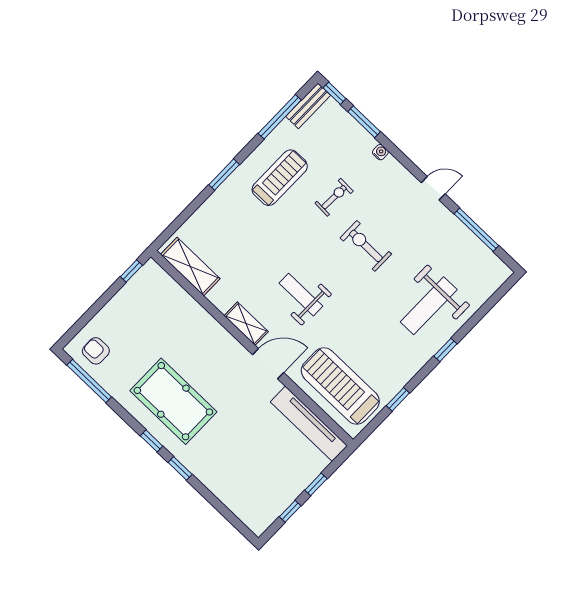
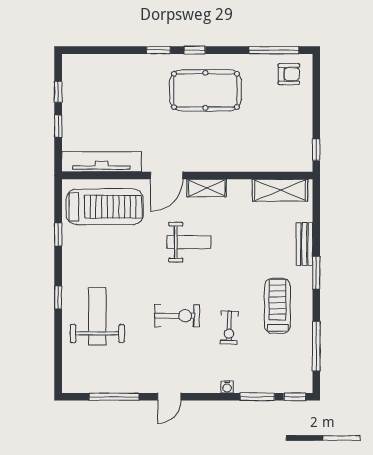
bench: (308, 106) -> (304, 244), moved
treadmill: (280, 178) -> (277, 306), turned 180

